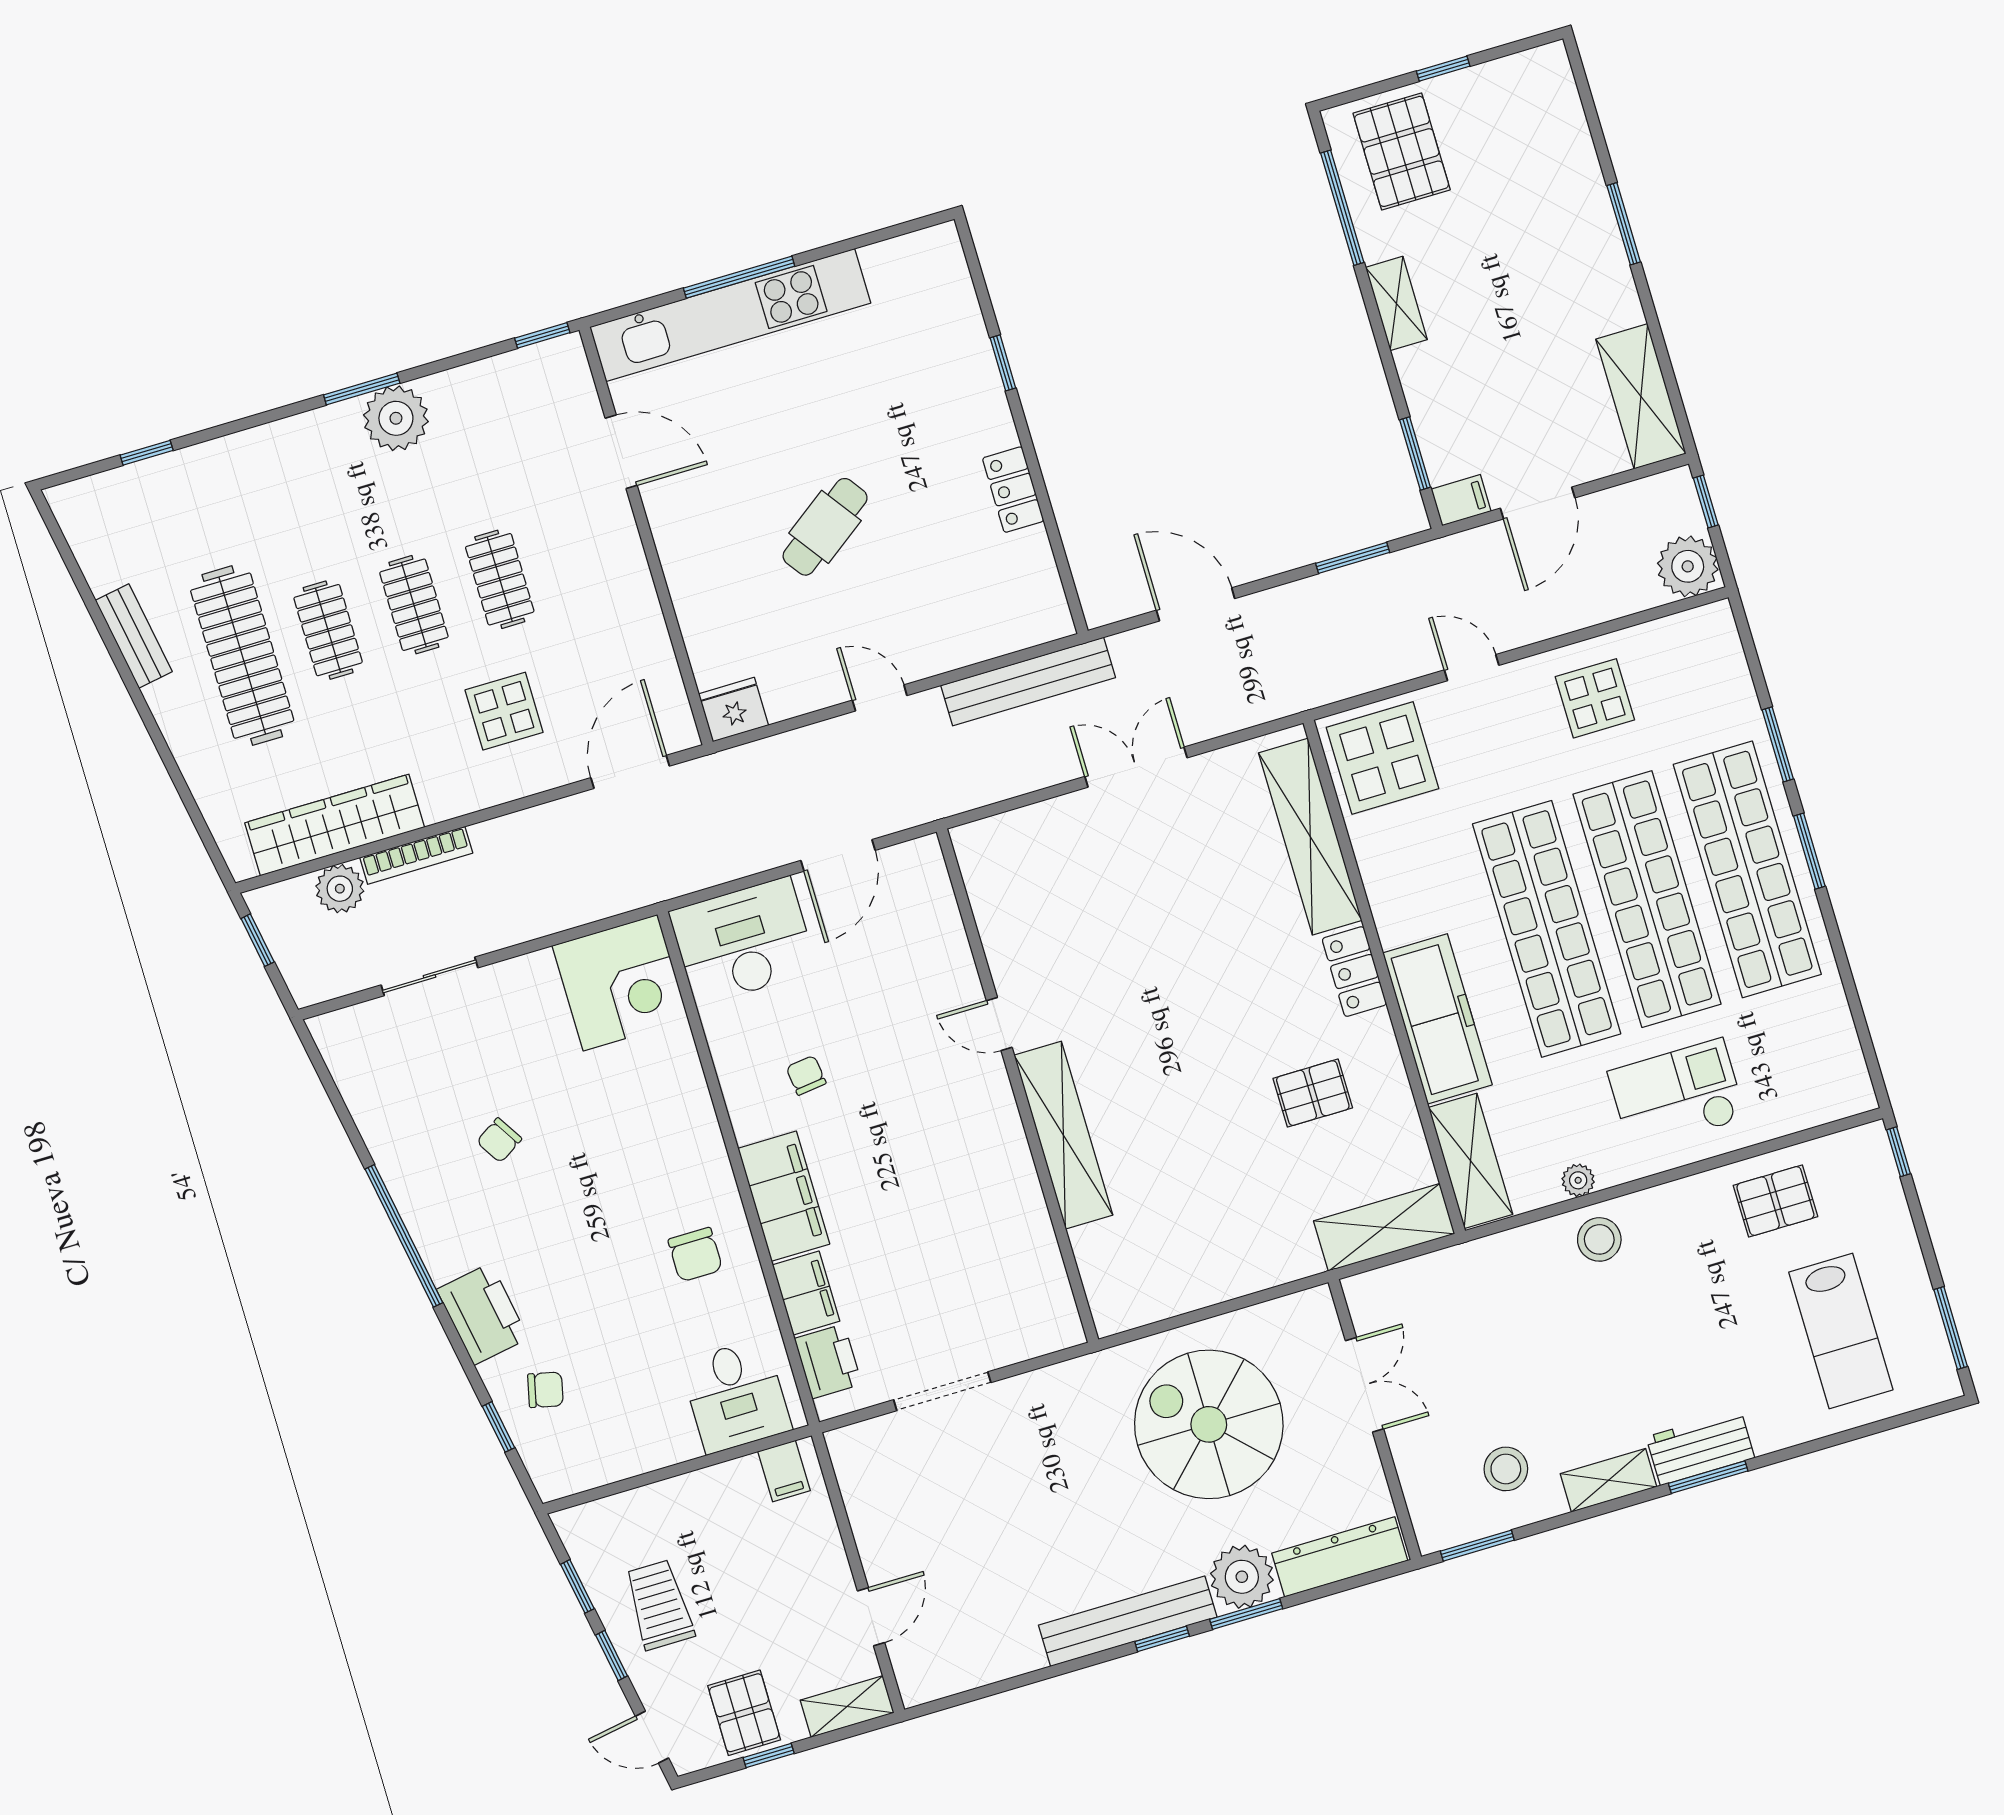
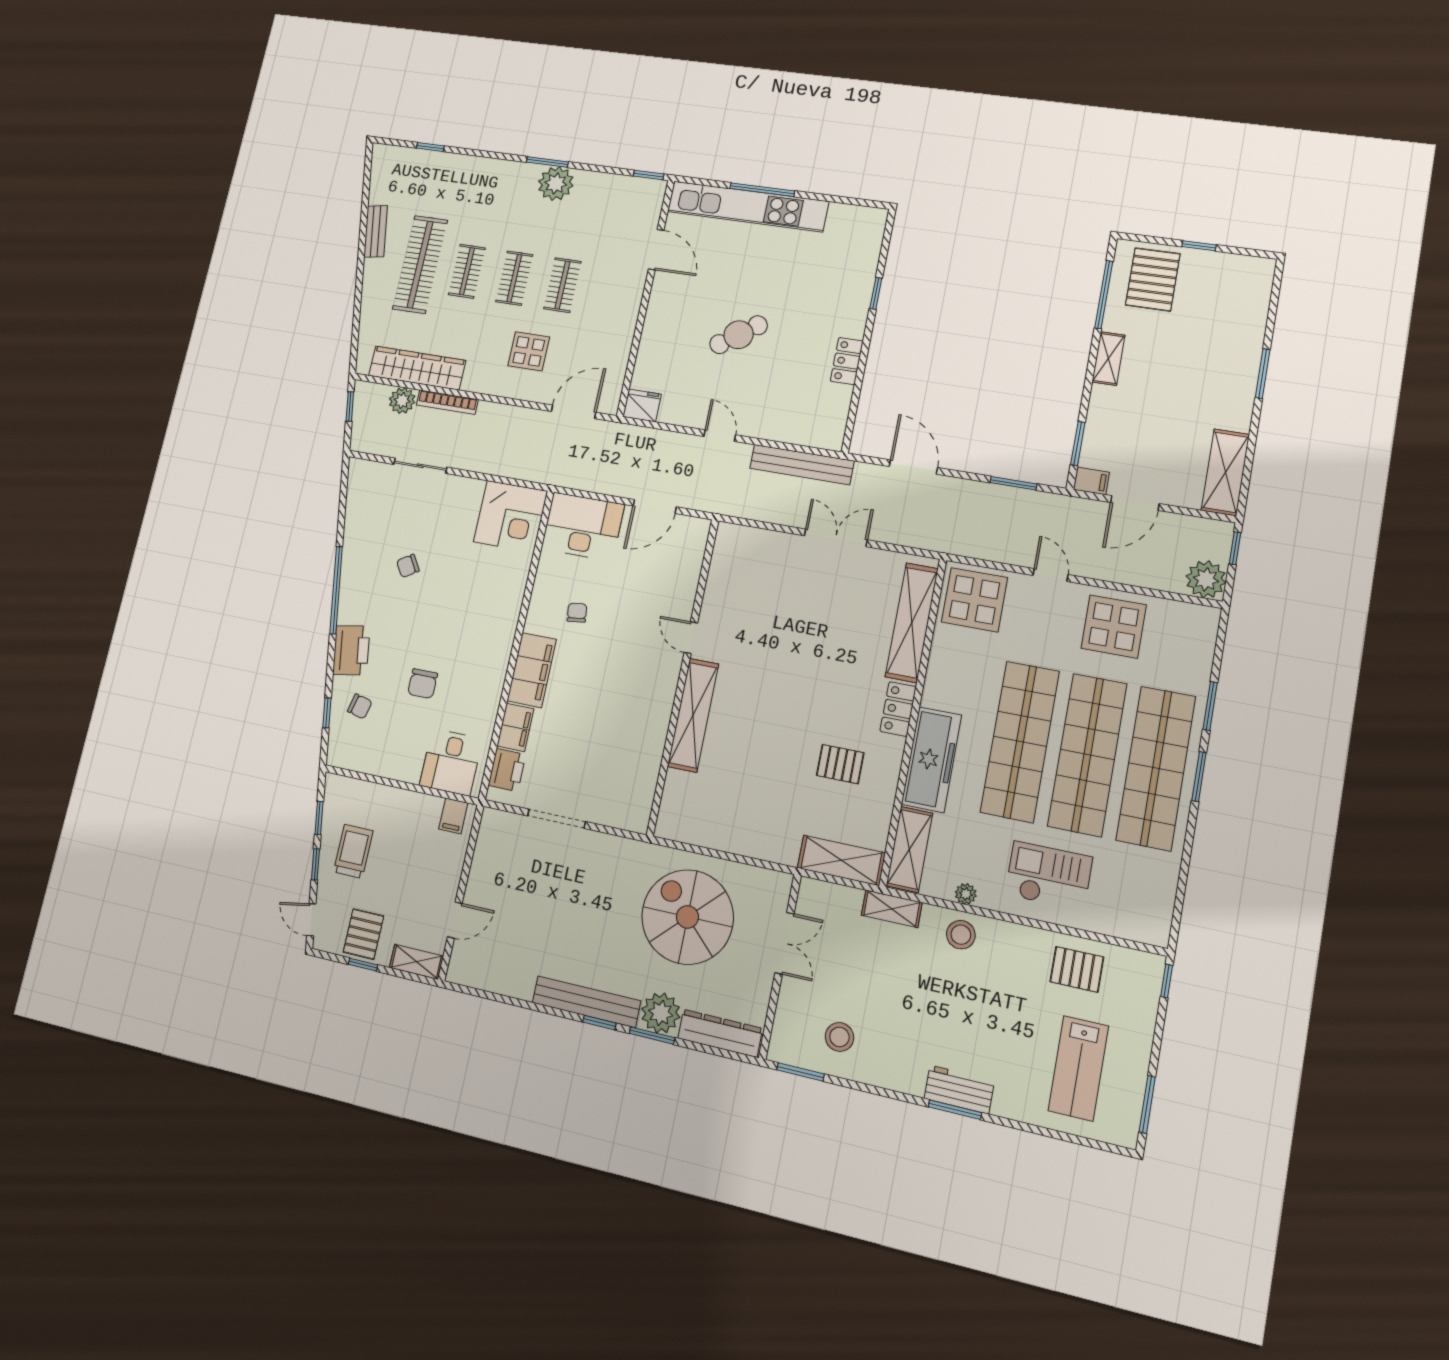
display table: (1595, 698) -> (1114, 627), width x1.36, depth x1.36
chair: (695, 1255) -> (423, 684), moved
shelving: (1609, 1480) -> (892, 909), moved

